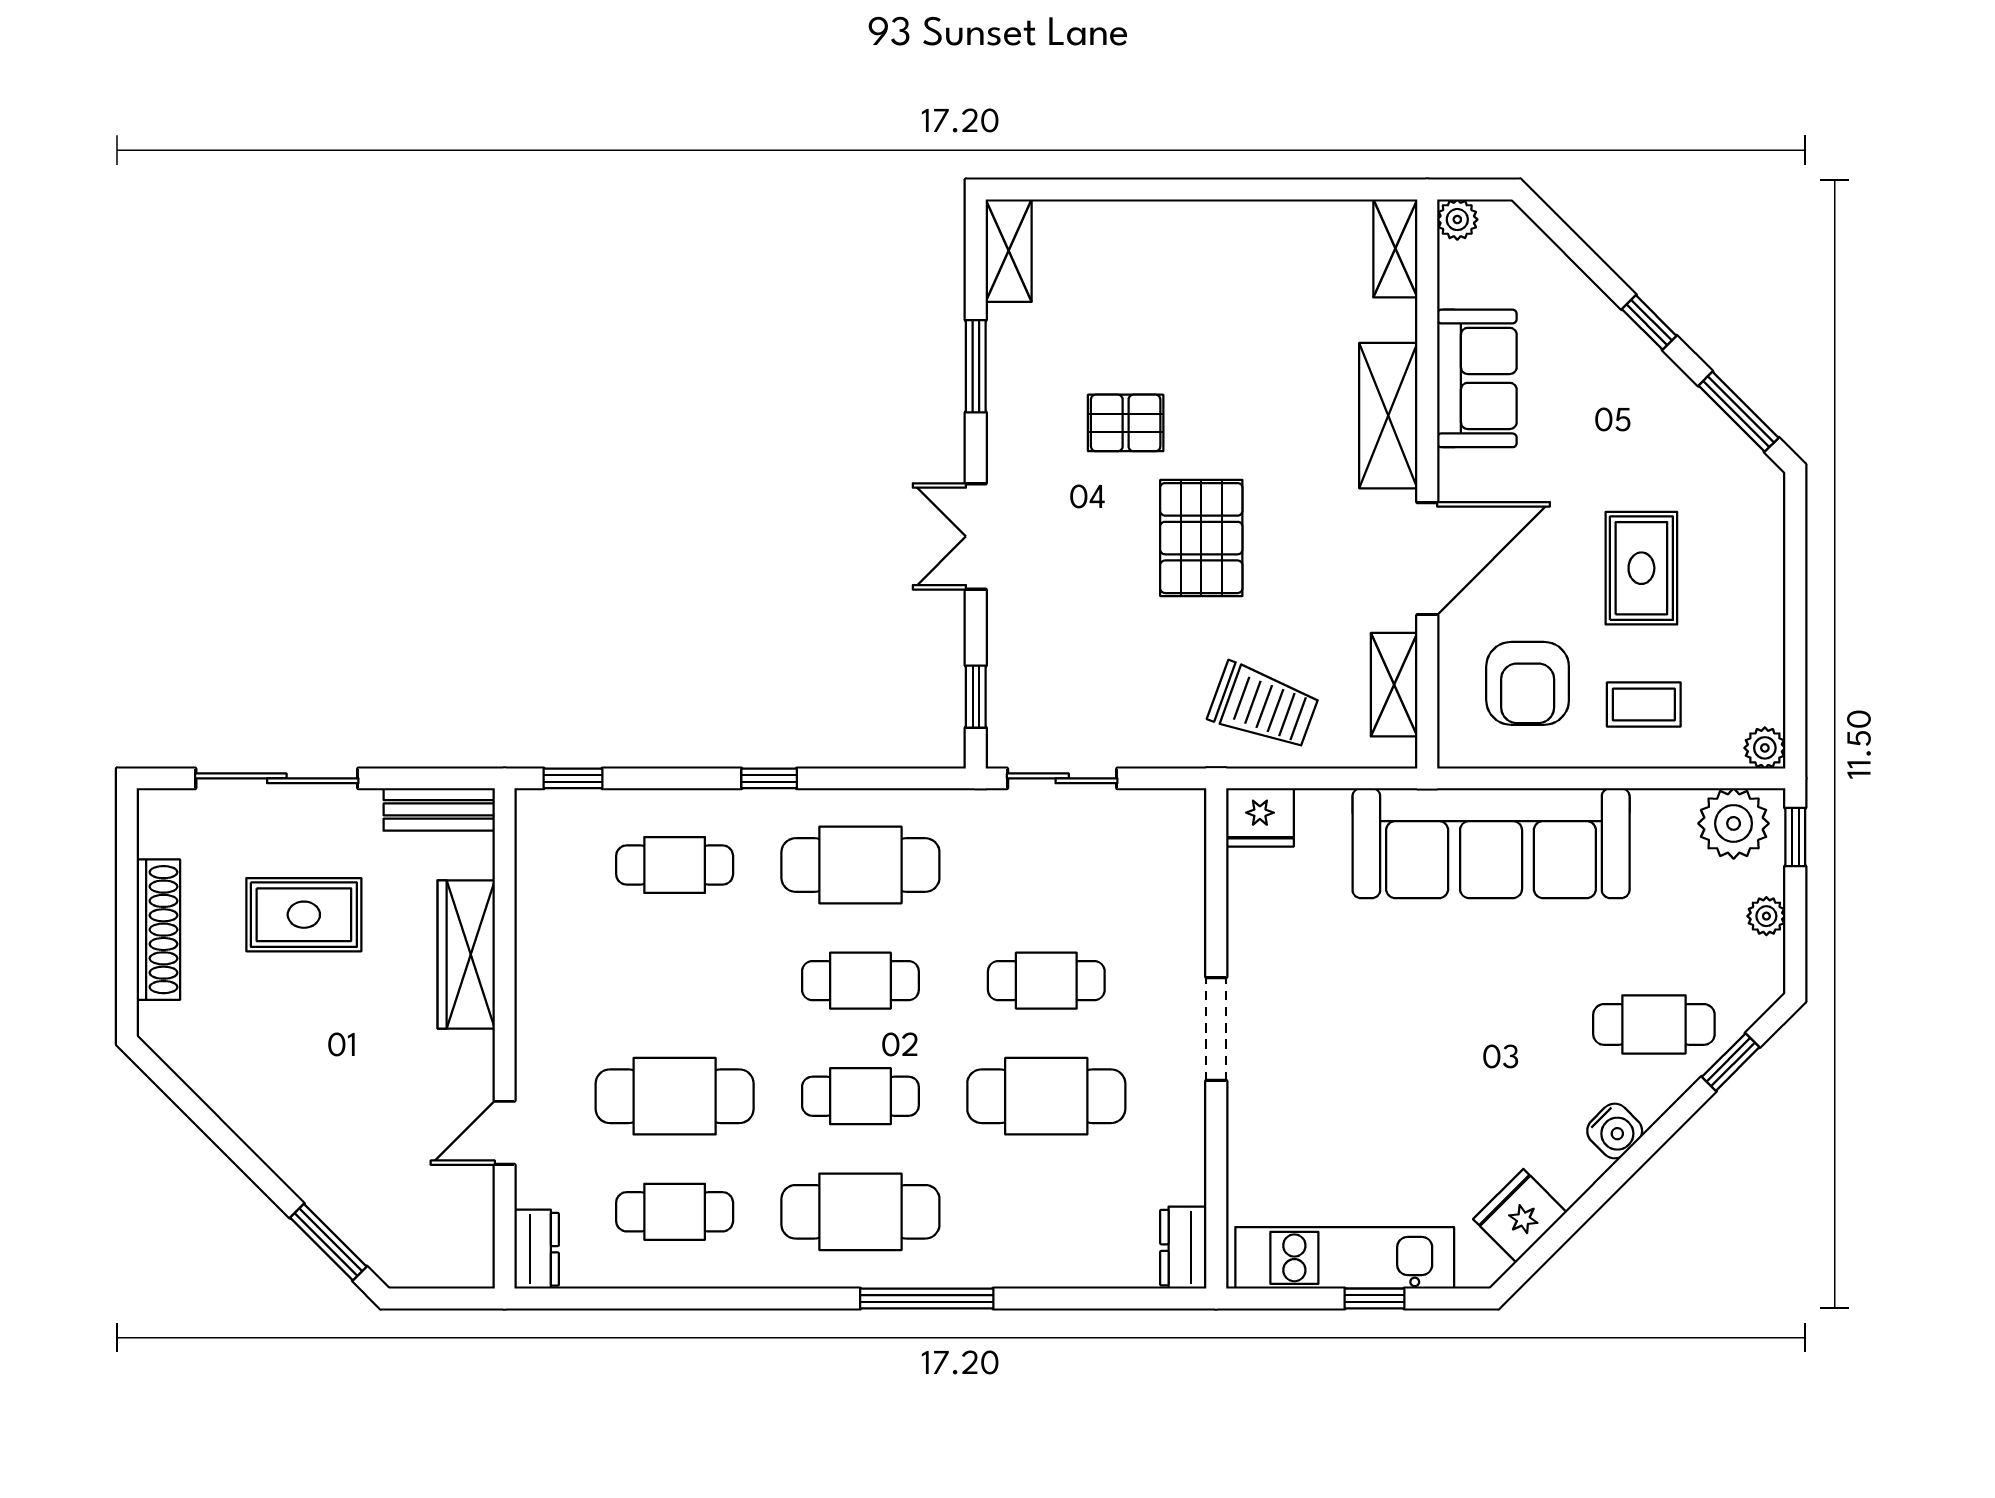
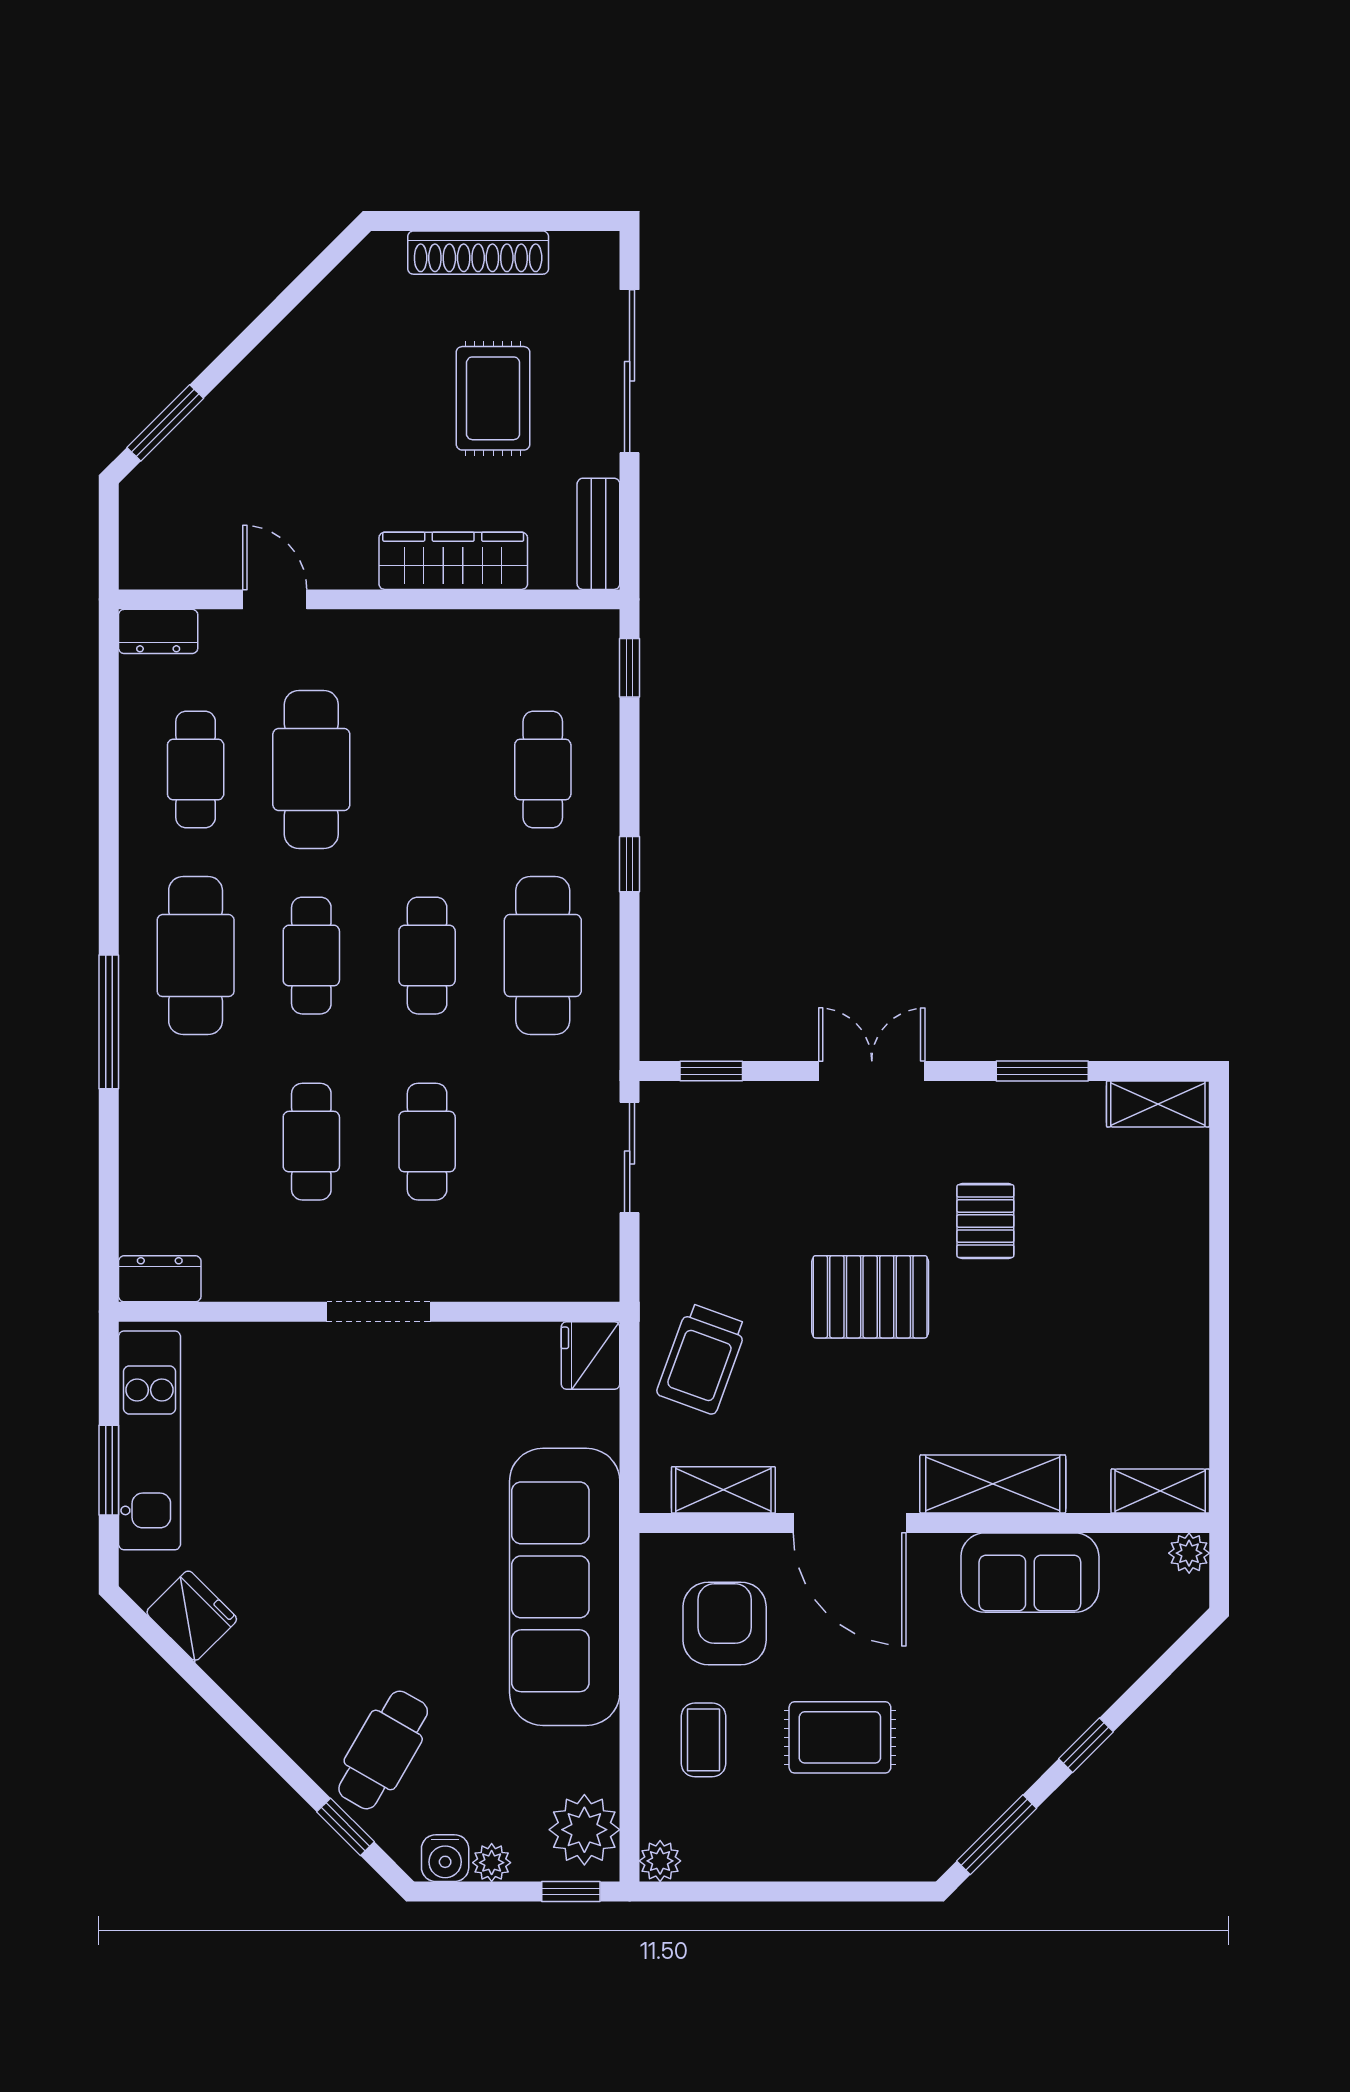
armchair: (1528, 683) -> (725, 1623), turned 90
cafe table: (1654, 1024) -> (383, 1750), turned 30
cafe table: (1046, 1096) -> (311, 1142), width x0.73, depth x0.74
water cooler: (1615, 1131) -> (445, 1858), moved, turned -45
window: (1374, 1298) -> (109, 1470), width x1.50

